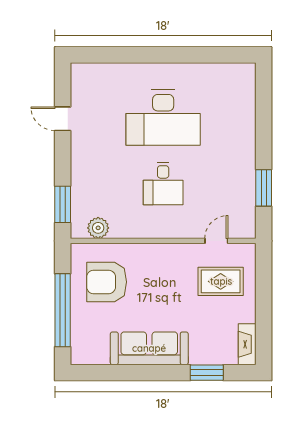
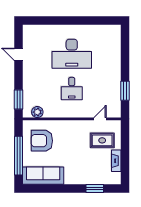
fireplace: (247, 344) -> (116, 161), moved
sofa: (149, 348) -> (43, 176), moved

